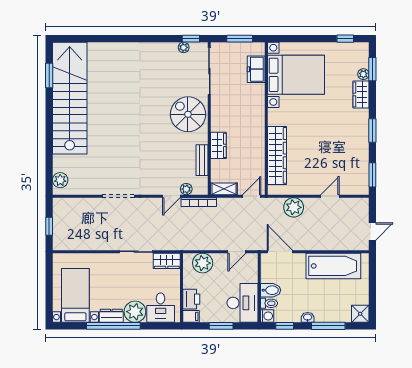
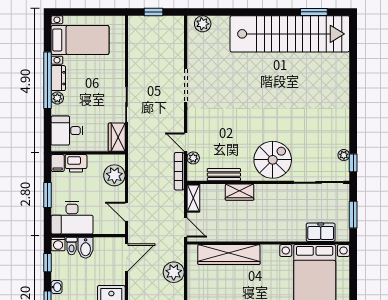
plant: (135, 312) -> (57, 98), width x0.53, depth x0.53

